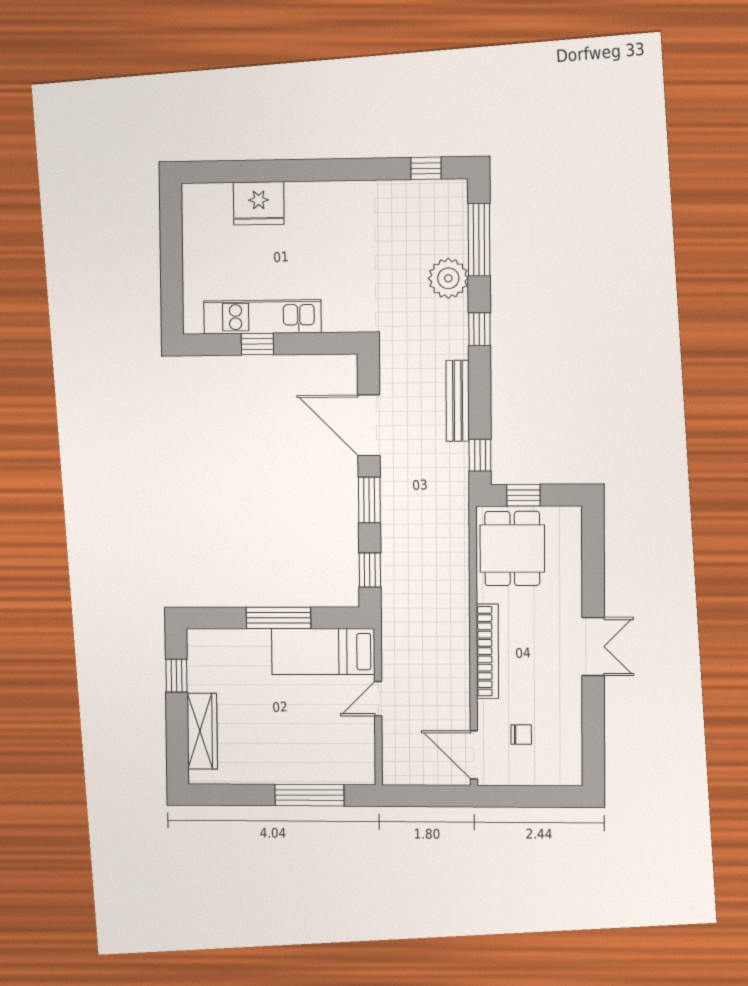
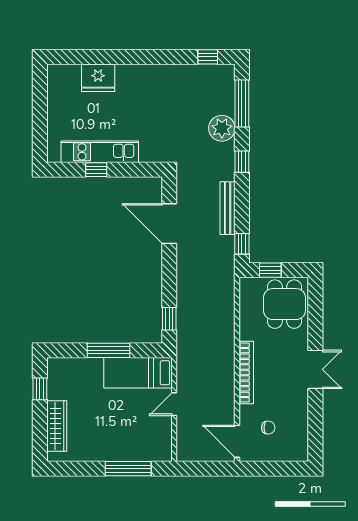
window: (369, 500) -> (169, 273), removed
dining table: (512, 548) -> (284, 304), moved

